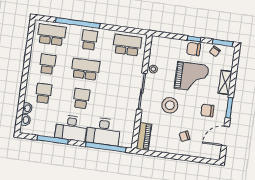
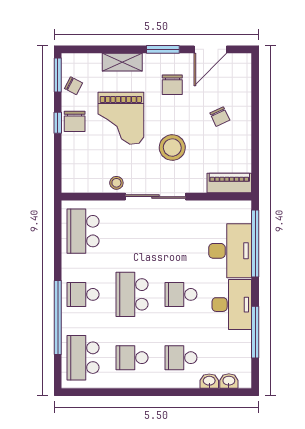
grand piano: (192, 77) -> (121, 118), turned 180
door: (225, 136) -> (210, 49), hinge flipped

